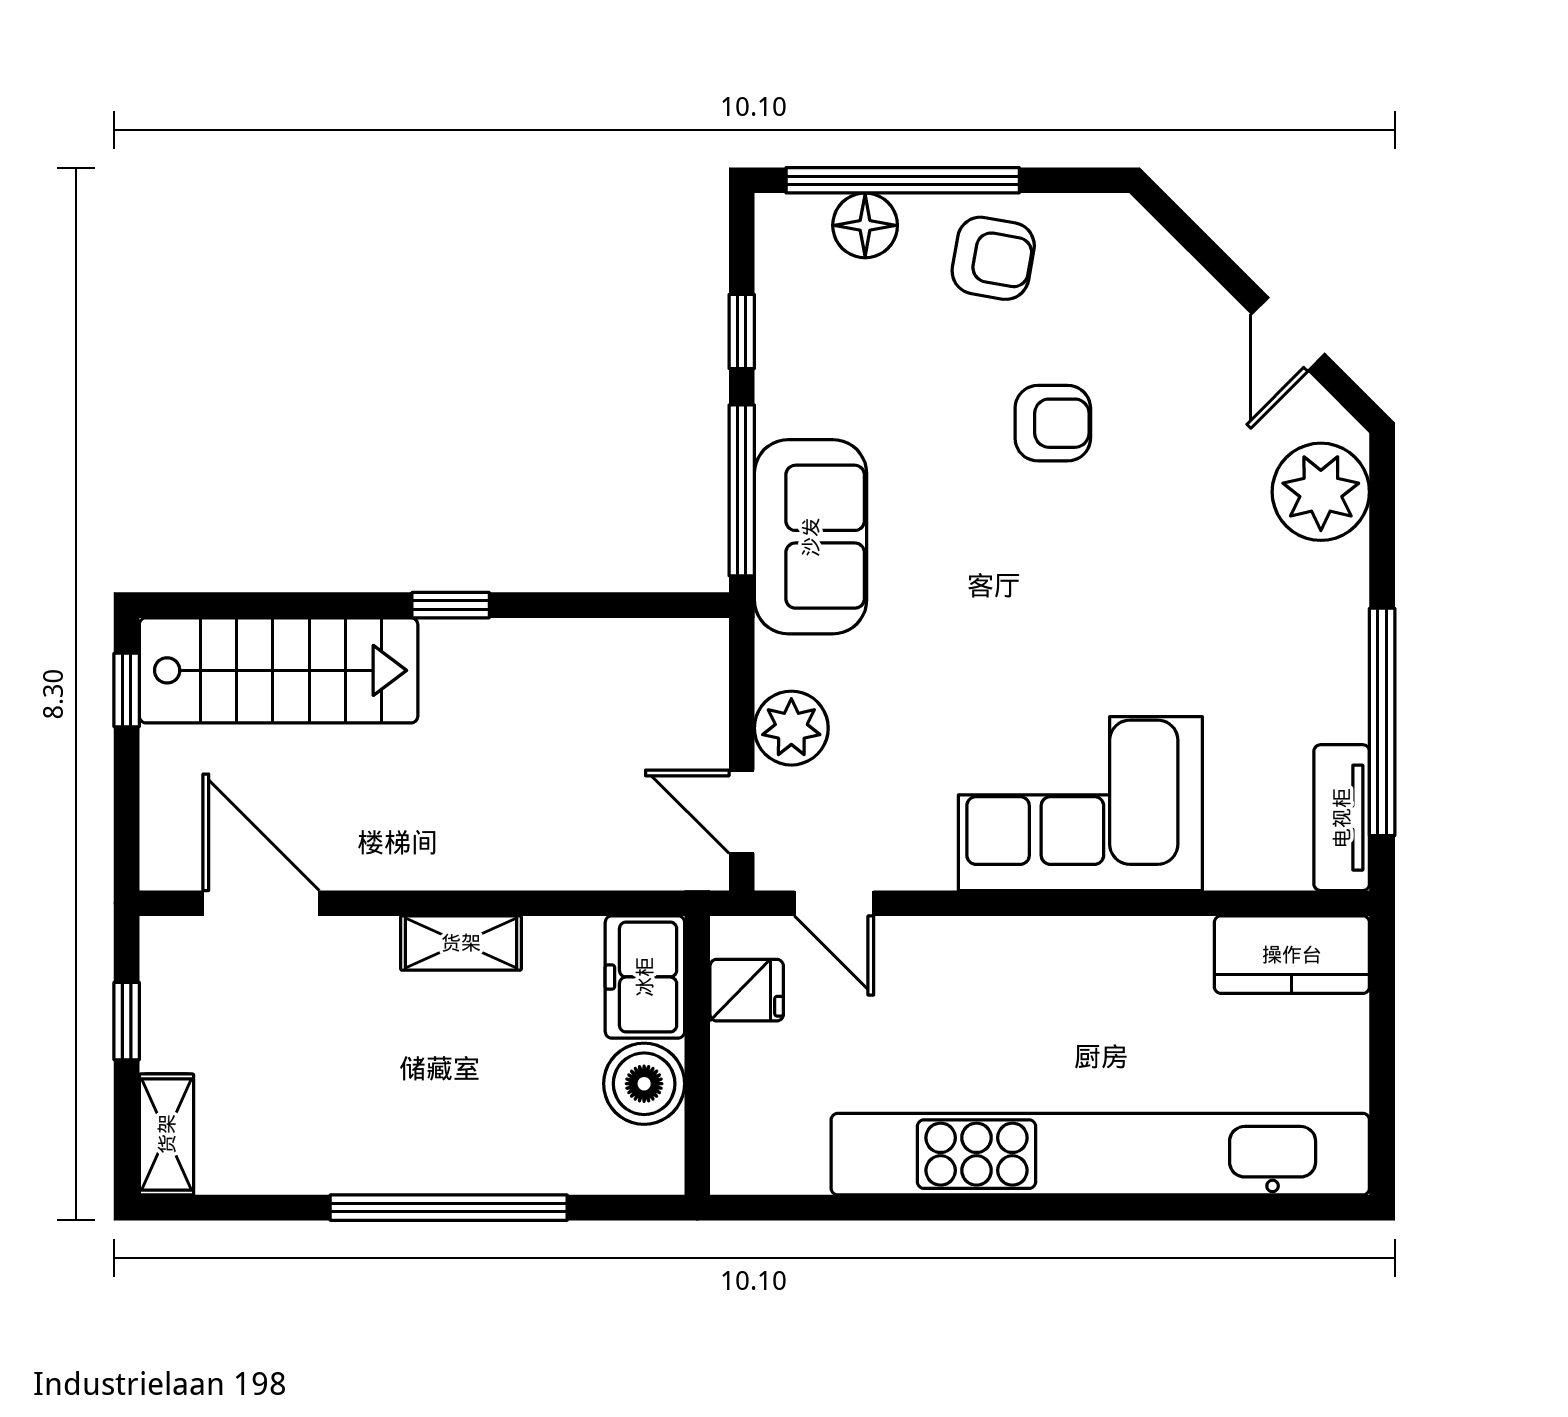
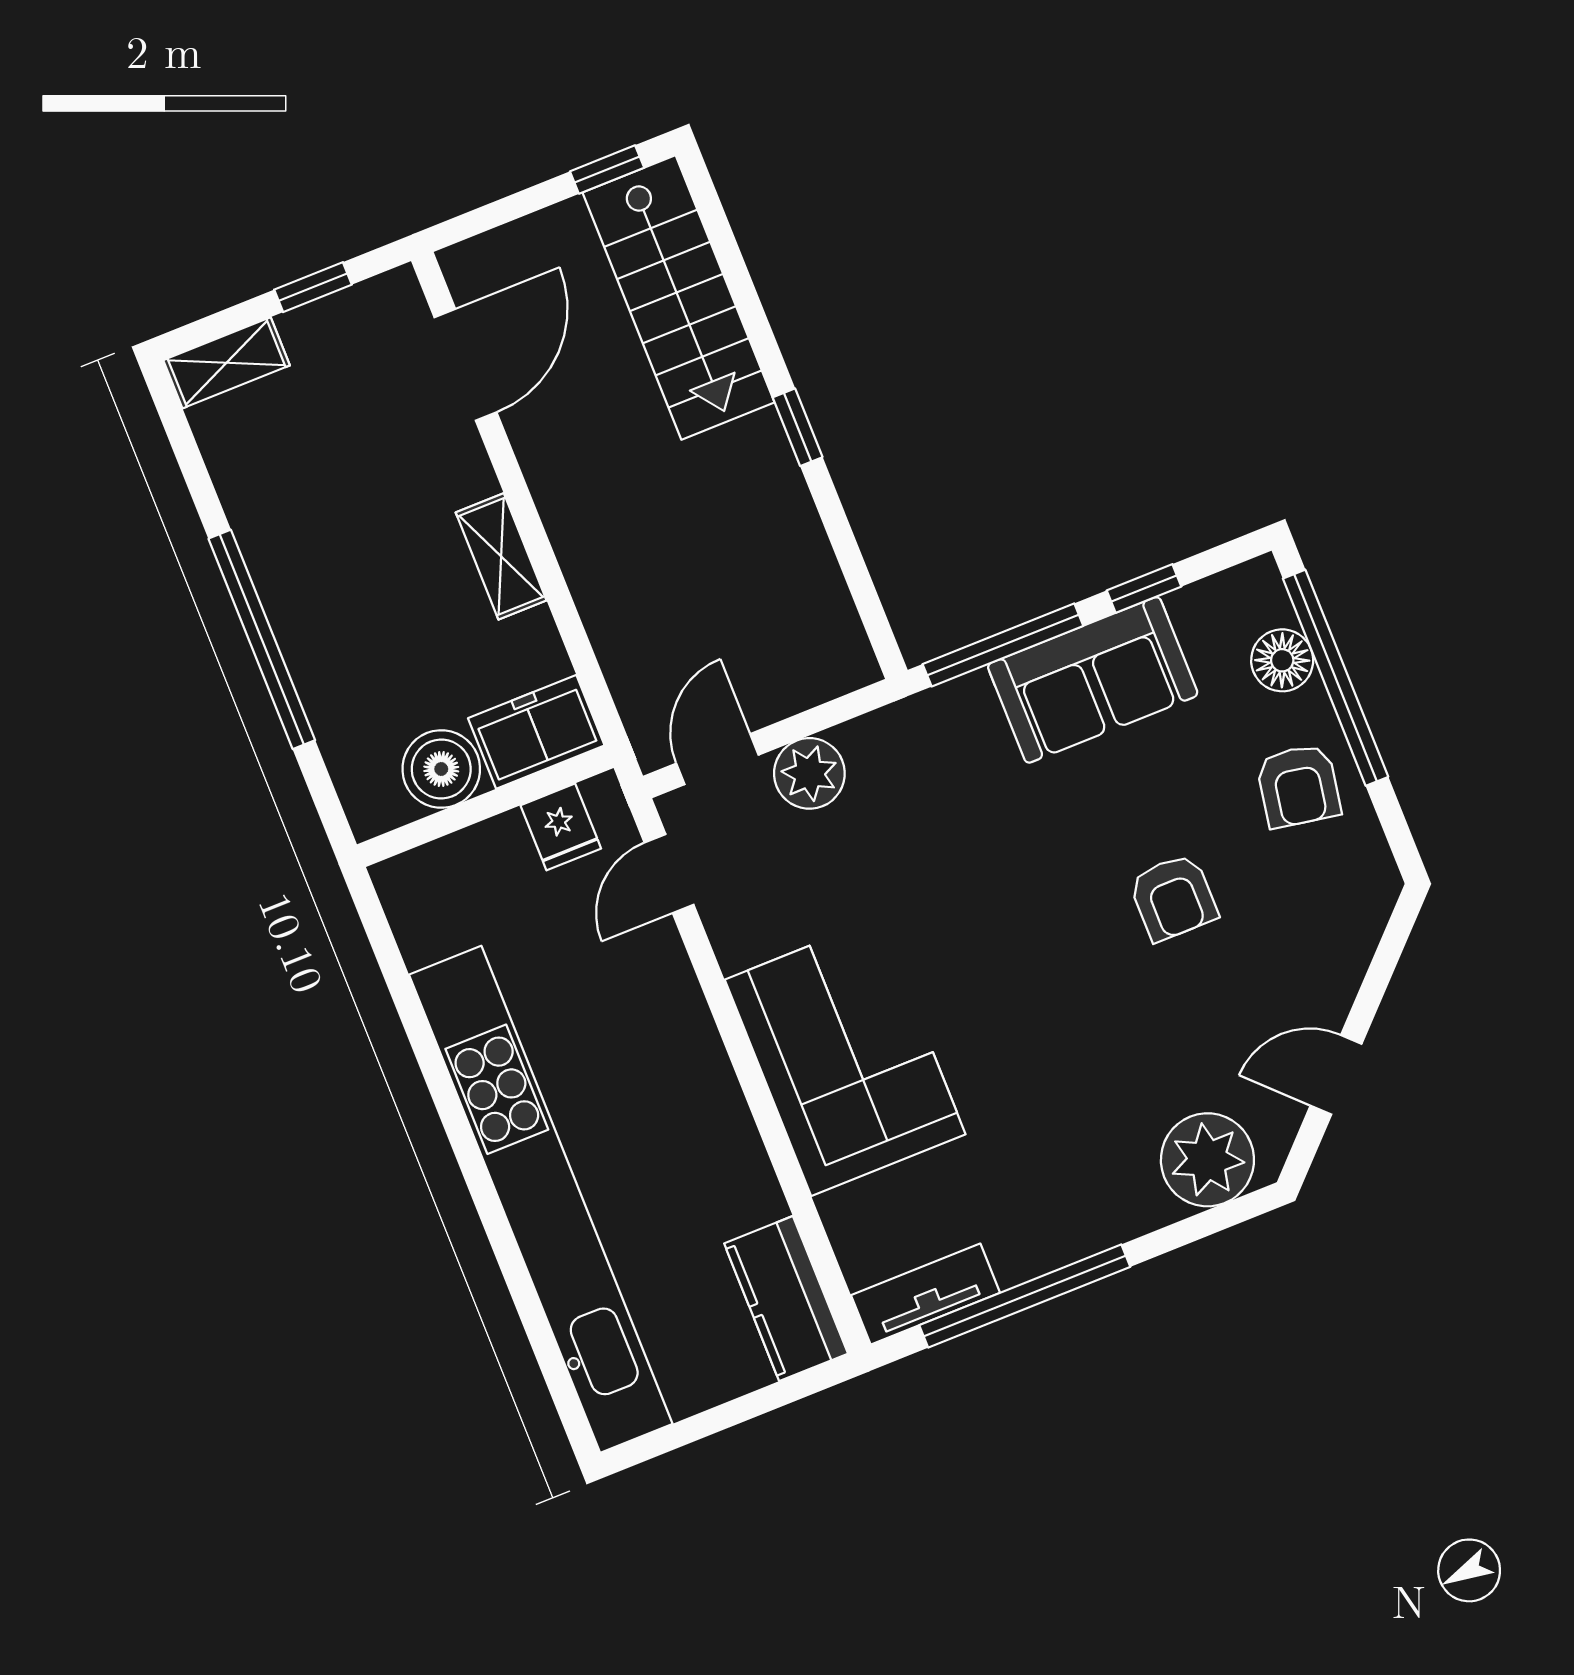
sofa: (811, 537) -> (1093, 680), moved

